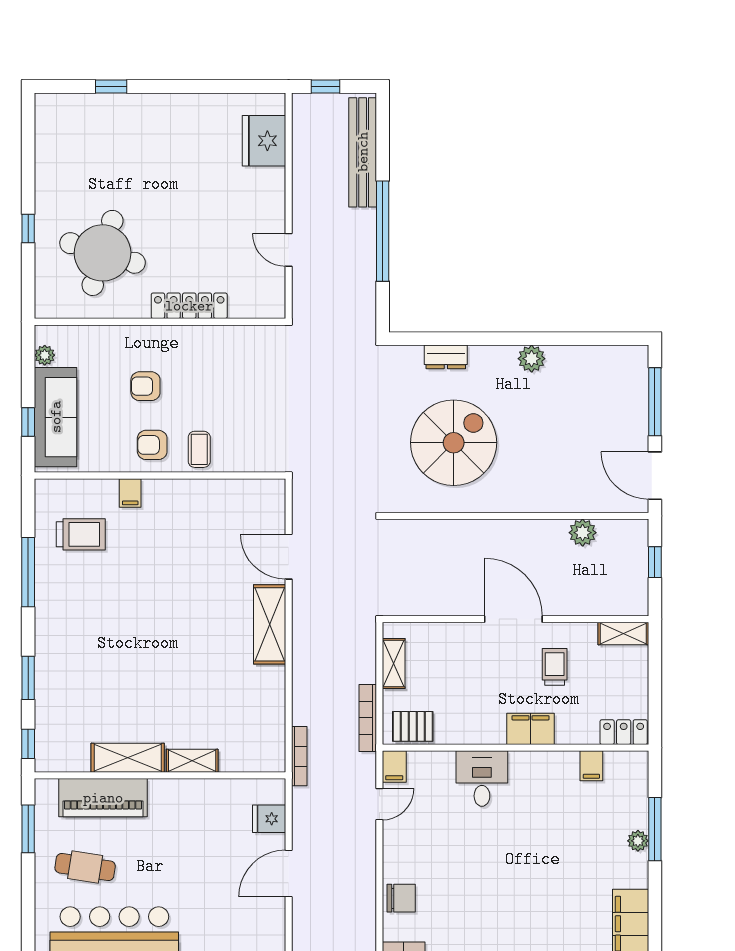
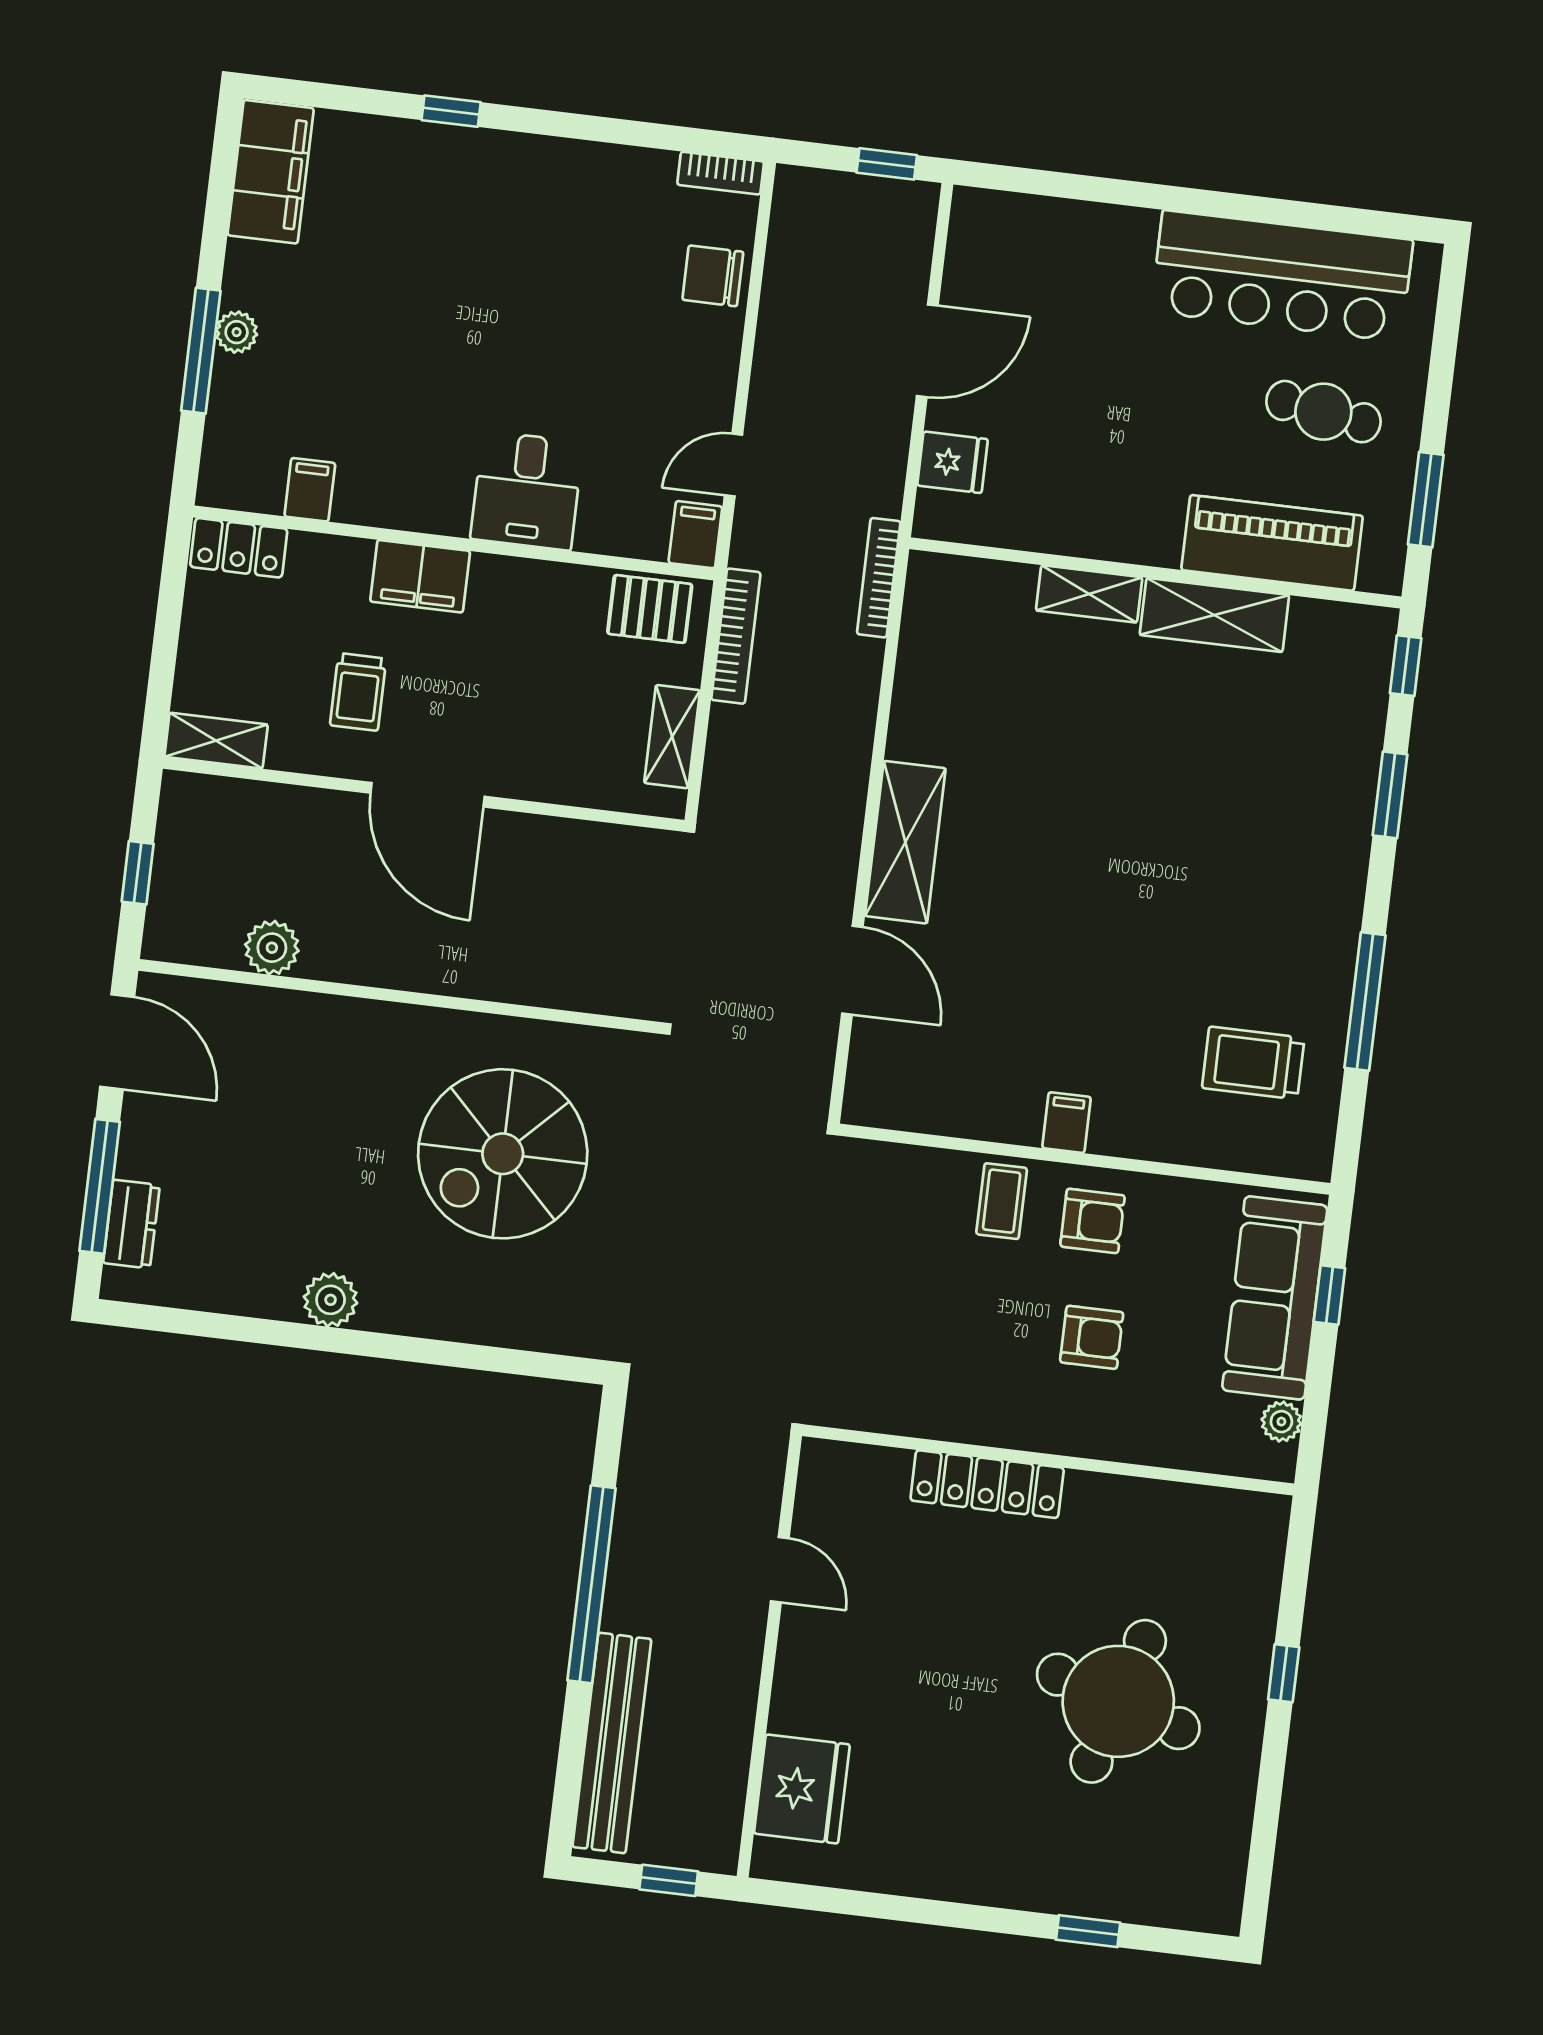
round table: (103, 253) -> (1118, 1701), moved
dresser: (446, 357) -> (131, 1224), moved, turned 90
filing cabinet: (130, 493) -> (1067, 1123), moved

